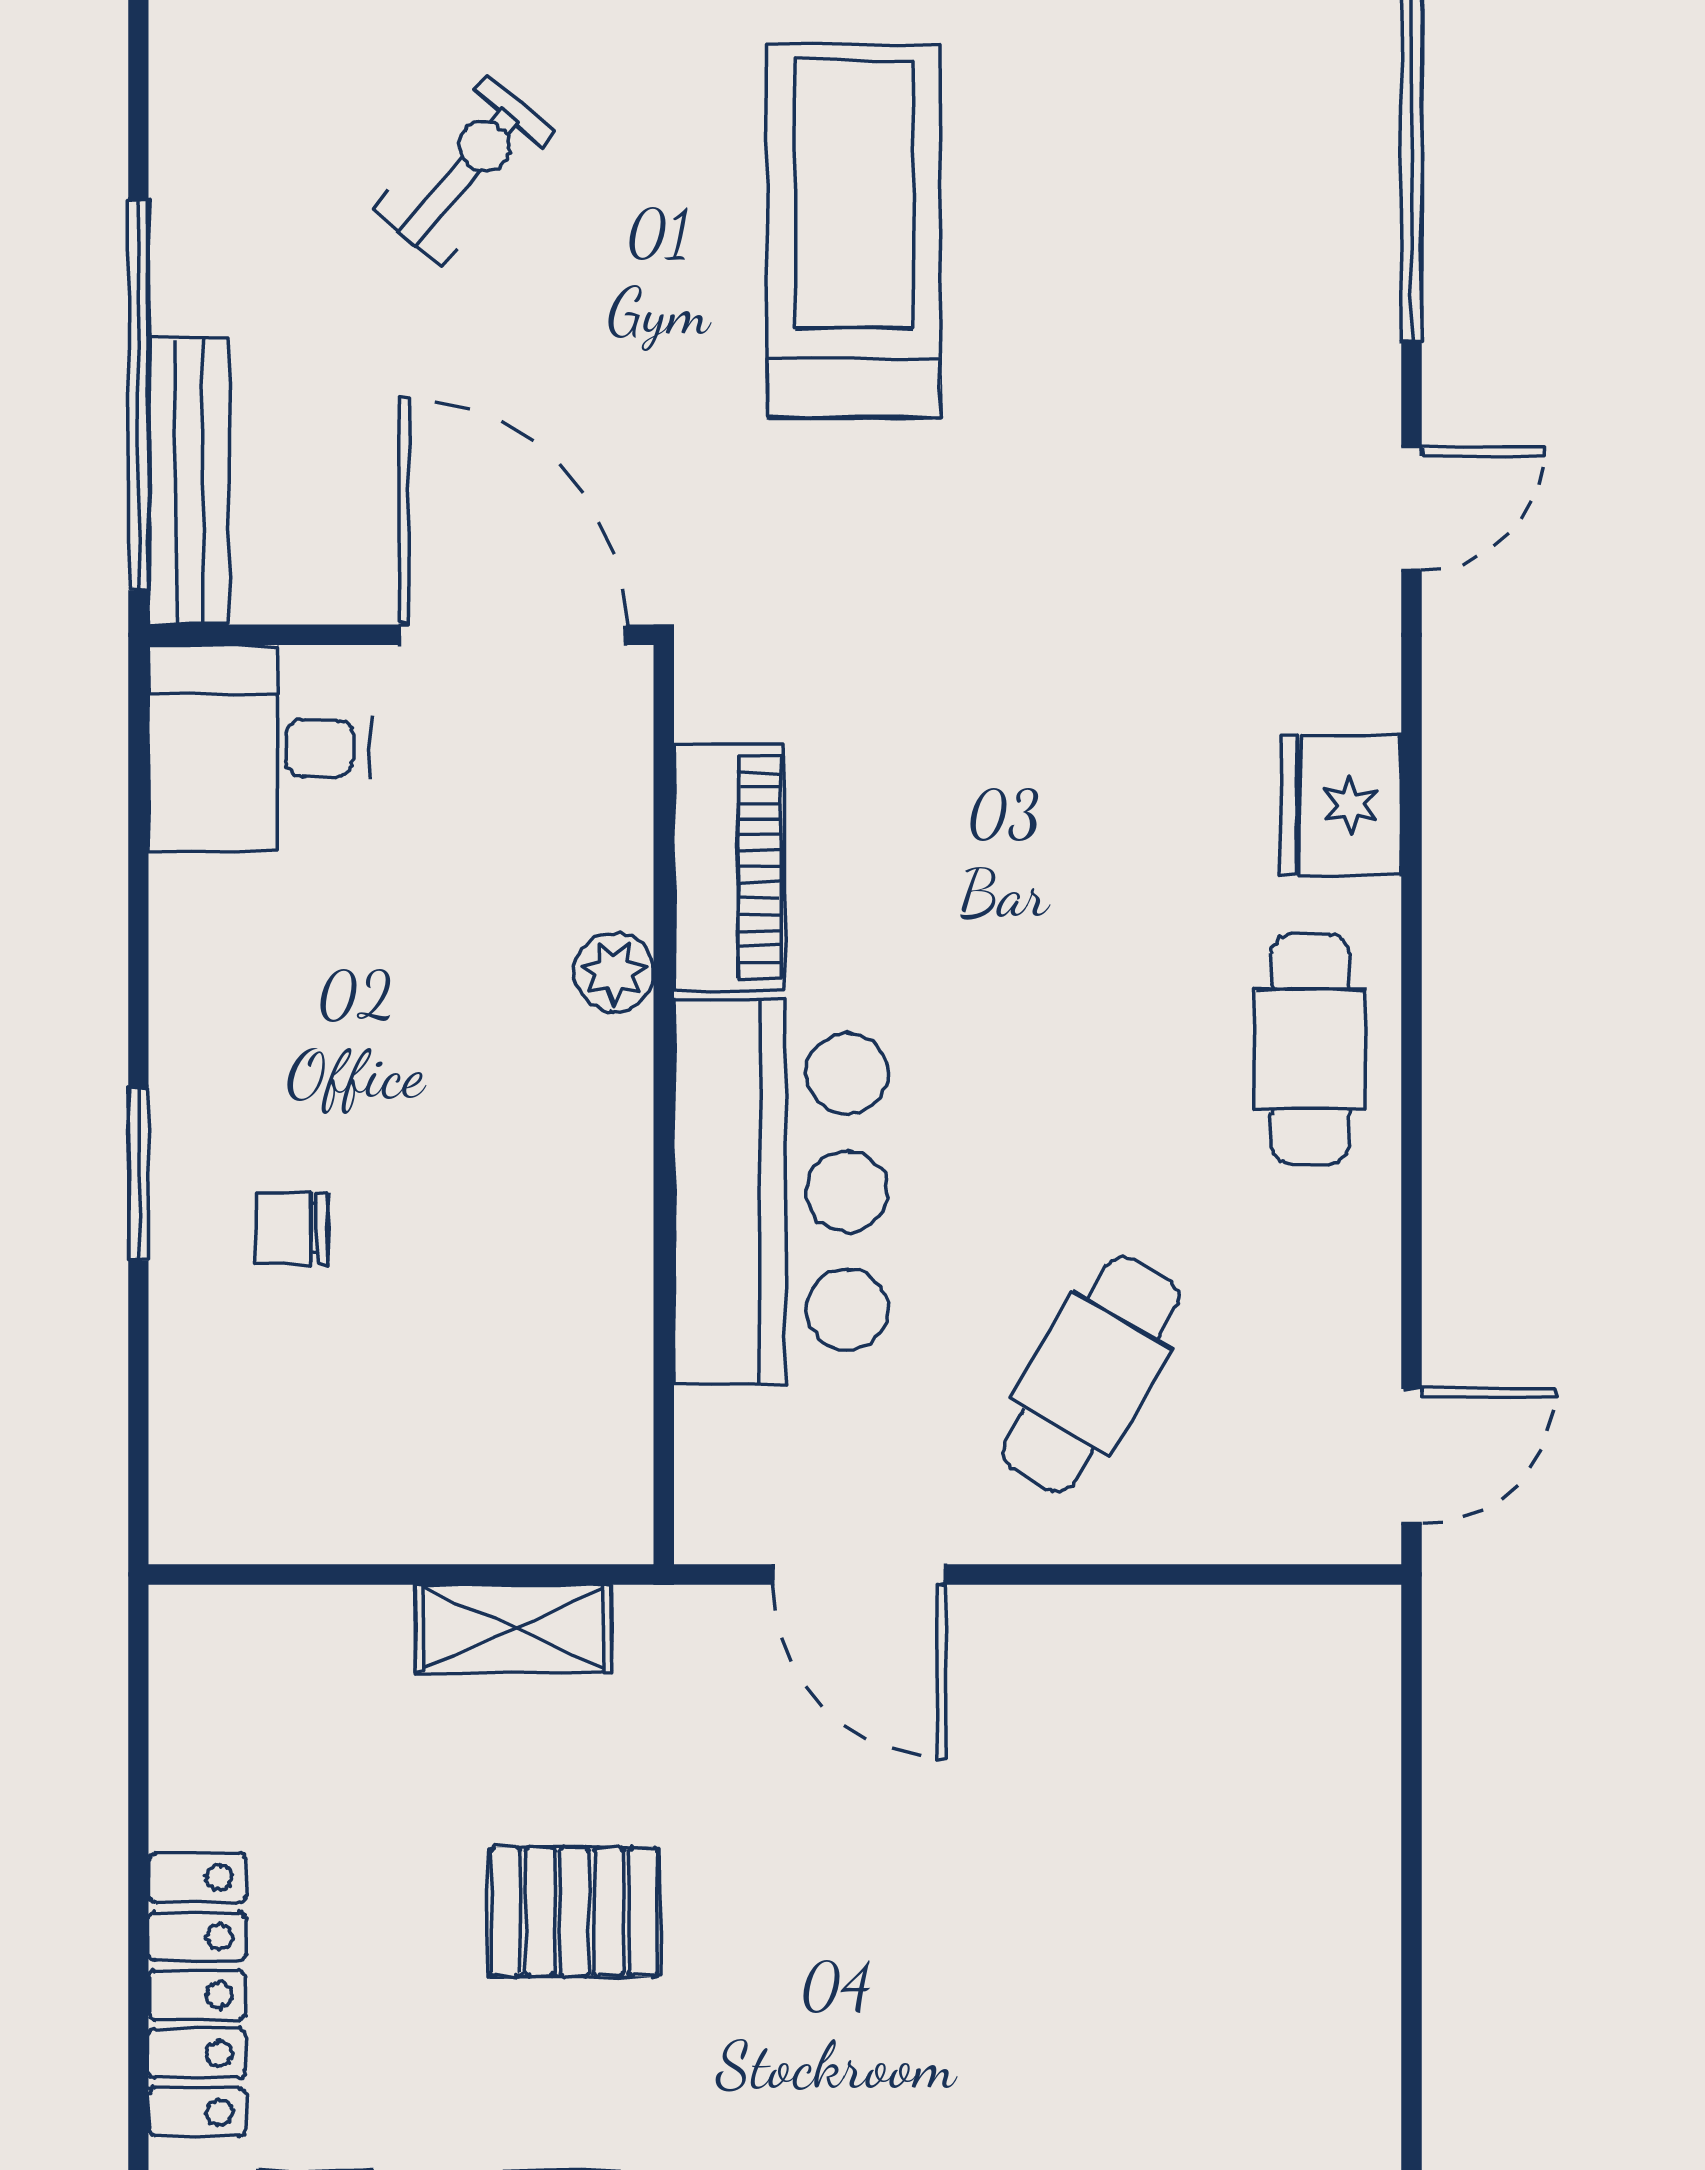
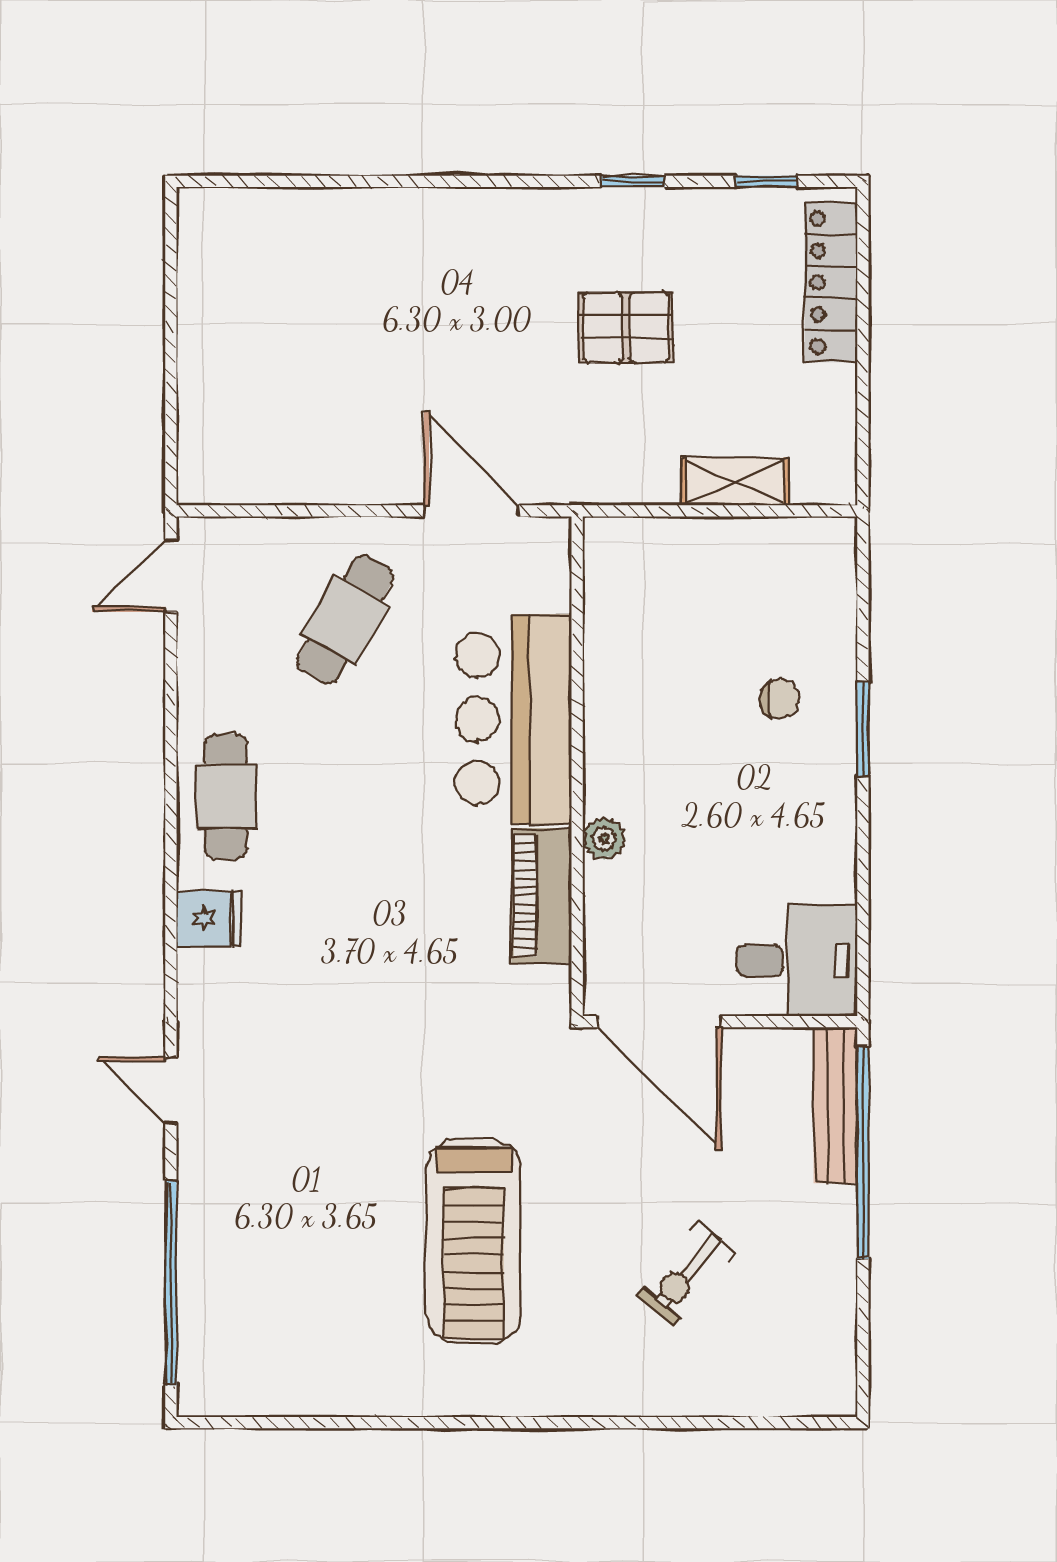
door: (1411, 508) -> (171, 1090), hinge flipped
fridge: (1341, 805) -> (209, 919), width x0.72
shelving: (513, 1629) -> (734, 481), moved

